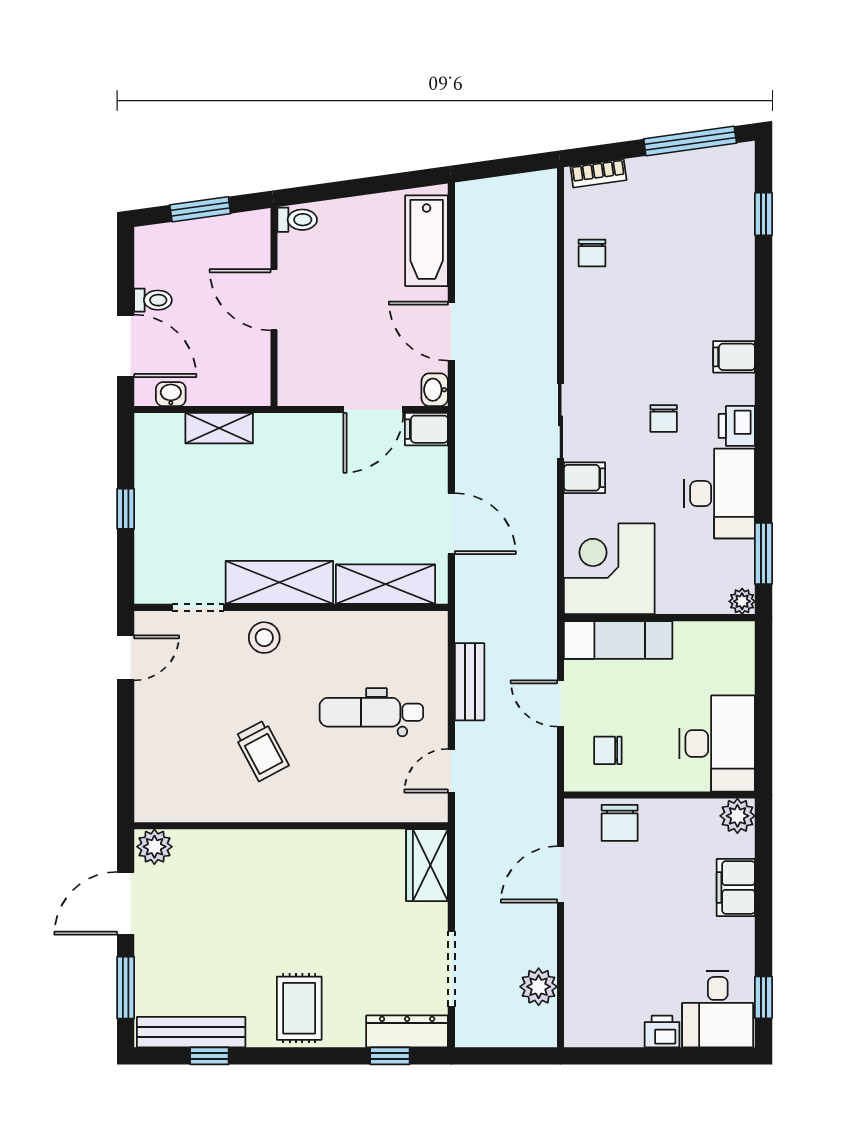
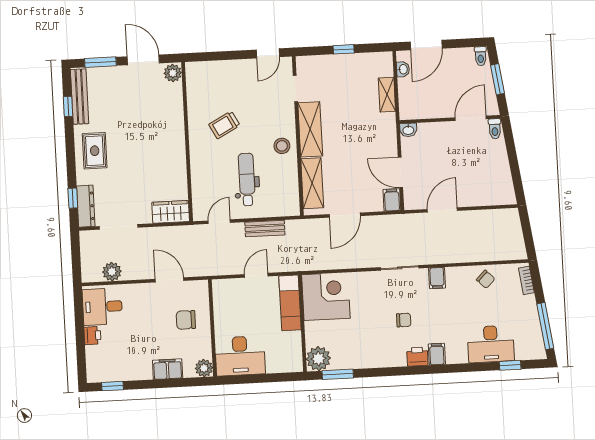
bathtub: (427, 241) -> (488, 195), removed
chair: (592, 253) -> (486, 279), turned -135
toilet: (153, 300) -> (481, 56), moved
door: (274, 300) -> (471, 118), moved
washbasin: (435, 390) -> (408, 130), moved, turned 180
chair: (664, 418) -> (404, 320), turned 180
printer: (737, 426) -> (417, 357), moved
filing cabinet: (585, 478) -> (437, 278), moved
desk: (720, 494) -> (491, 344), moved
plant: (742, 601) -> (318, 359), width x1.87, depth x1.87
stool: (264, 638) -> (282, 146), moved
door: (126, 658) -> (268, 53), hinge flipped
chair: (608, 750) -> (234, 301), removed
door: (451, 771) -> (219, 222), hinge flipped
chair: (620, 823) -> (186, 320), moved
rug: (299, 1008) -> (95, 151), turned 90
desk: (718, 1009) -> (102, 307), moved

